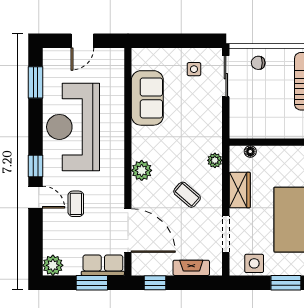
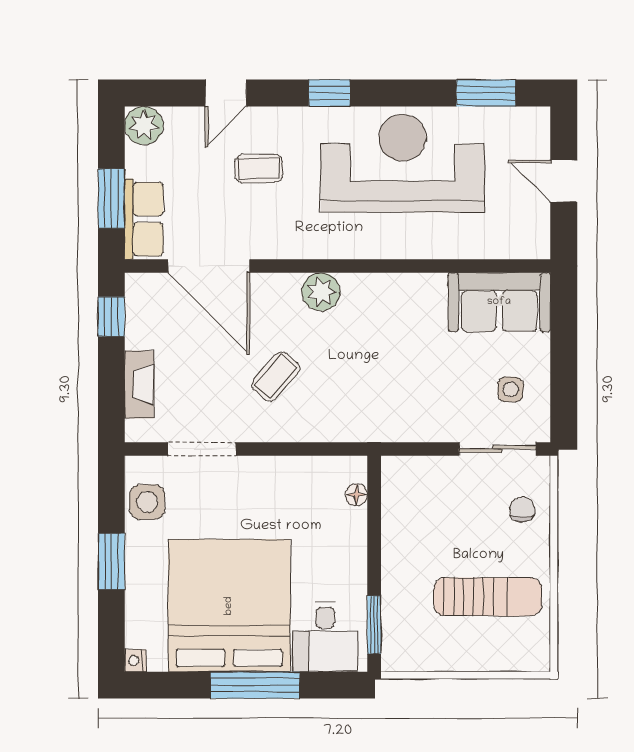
sofa: (147, 98) -> (499, 302), moved
plant: (215, 160) -> (340, 428), removed
wardrobe: (240, 190) -> (284, 475), removed
door: (35, 197) -> (226, 93), moved
door: (128, 231) -> (209, 266), hinge flipped

